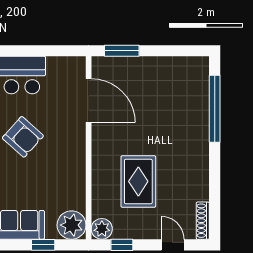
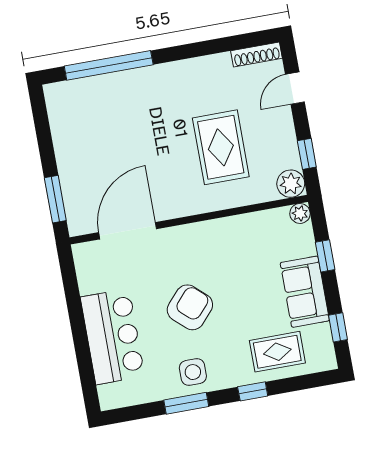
rug: (138, 181) -> (221, 147), turned 90
plant: (72, 225) -> (300, 213), width x0.53, depth x0.53

